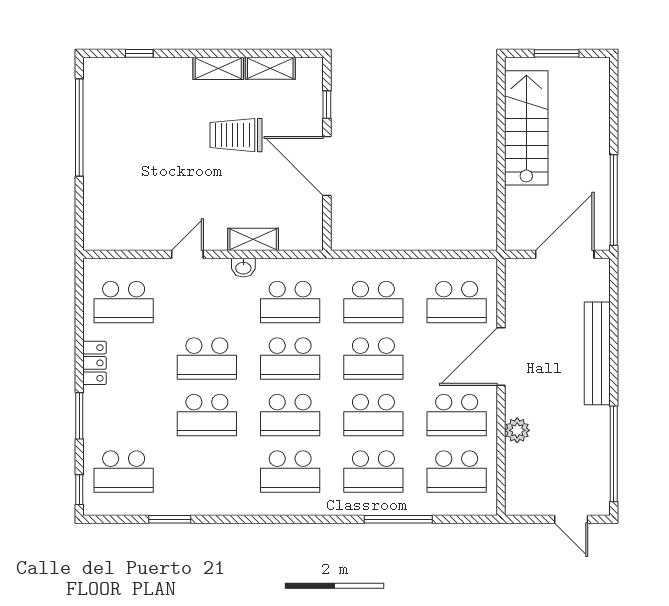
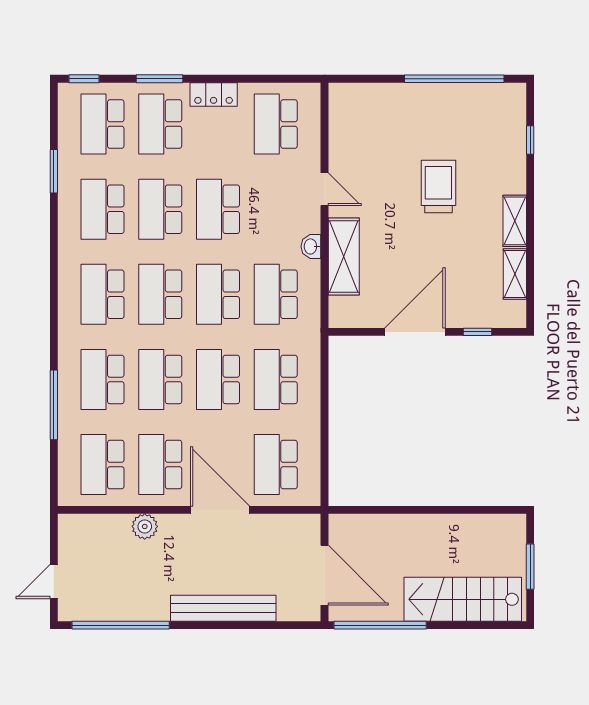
stairs: (526, 128) -> (463, 599), moved, turned 180
trolley: (236, 135) -> (438, 187), moved
shelving: (253, 239) -> (344, 257), width x1.50, depth x1.33
school desk: (124, 415) -> (160, 124), added
school desk: (207, 472) -> (103, 209), added

